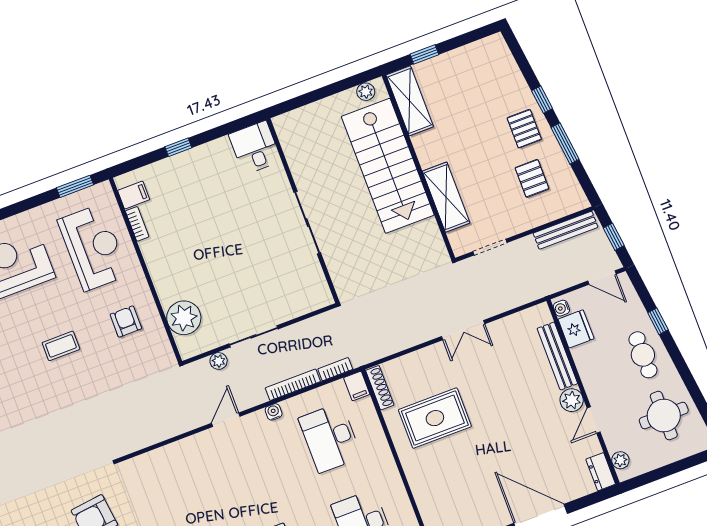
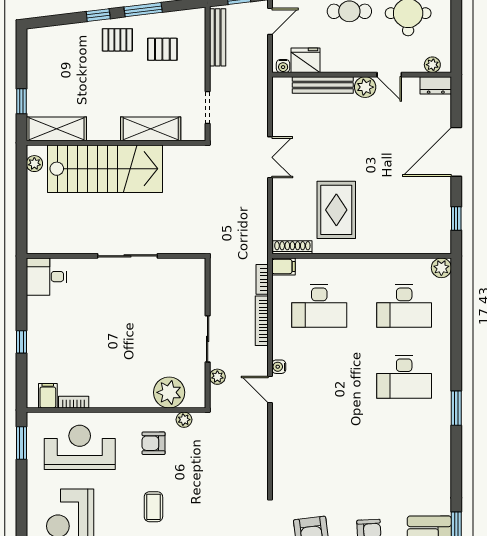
plant: (162, 343) -> (184, 420), added
water cooler: (274, 412) -> (279, 367), moved

